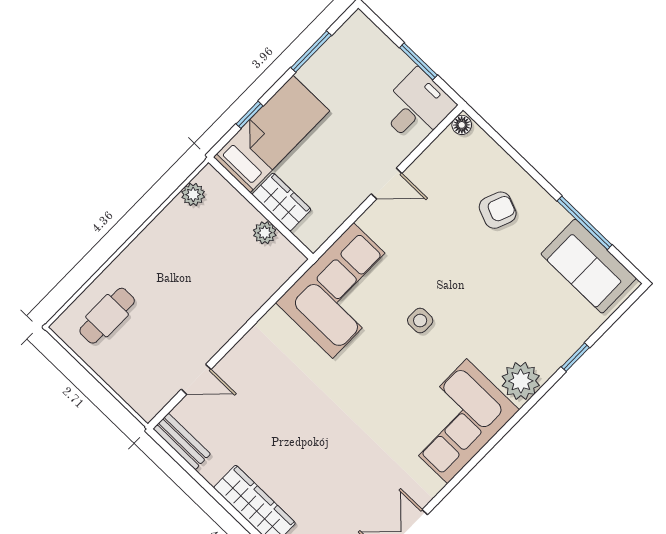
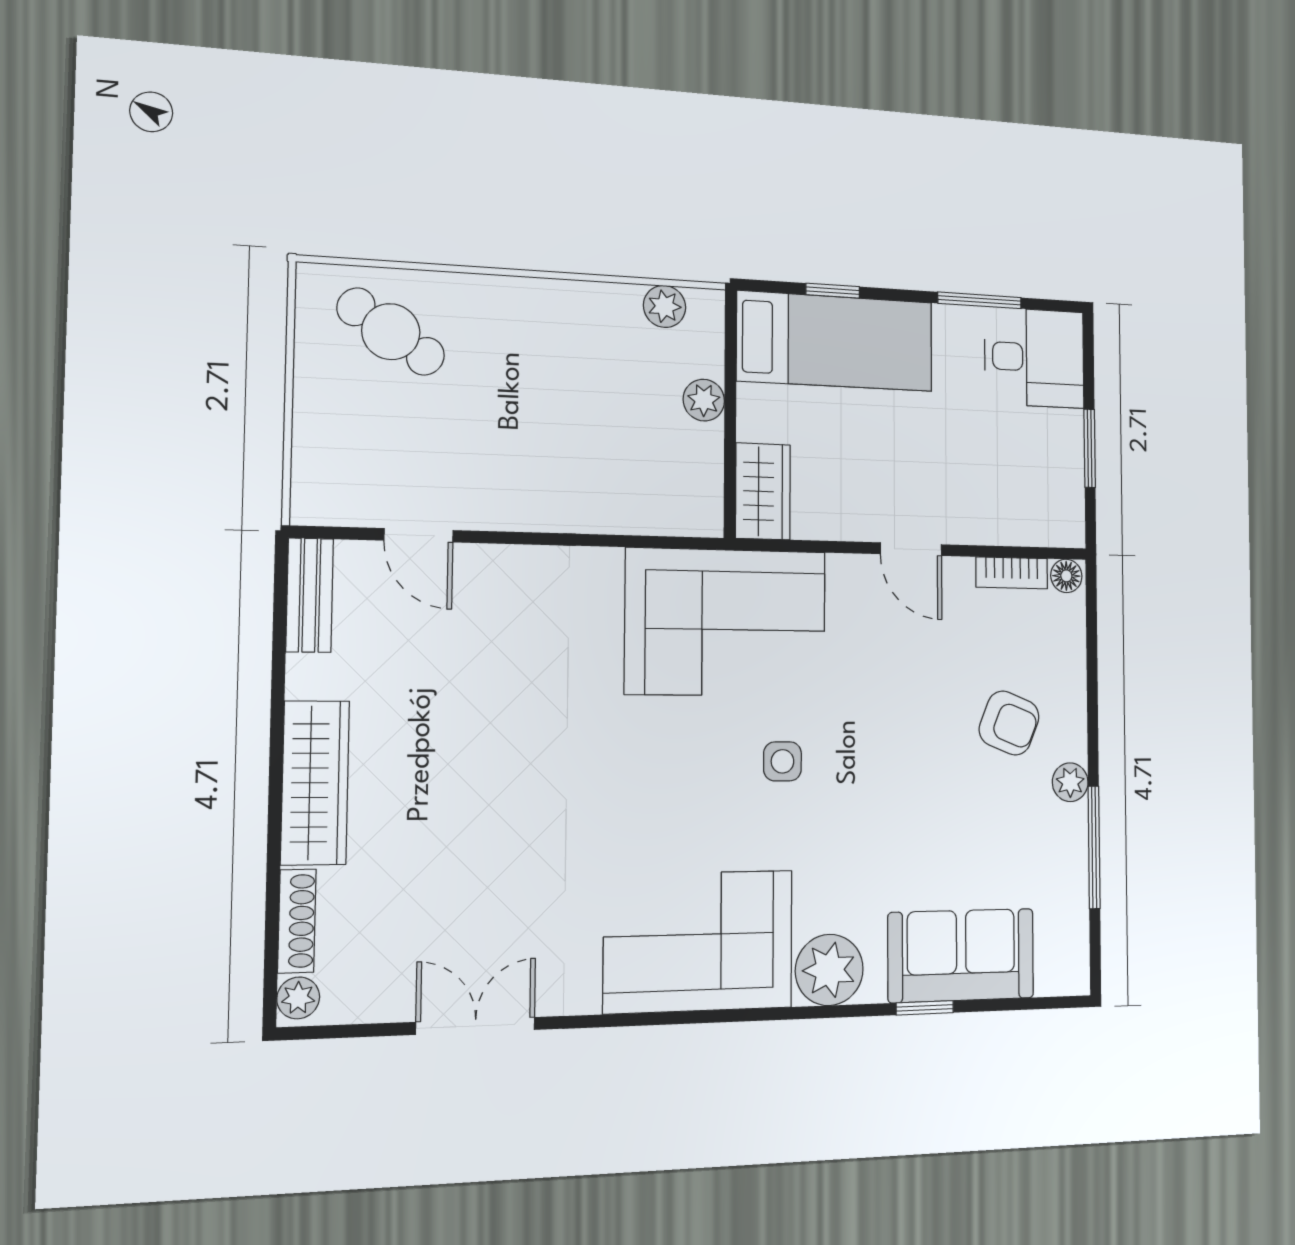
desk: (417, 107) -> (1034, 358), moved
bookcase: (437, 148) -> (1012, 573), added
wardrobe: (282, 202) -> (763, 491), moved
plant: (548, 207) -> (1070, 782), added
plant: (265, 233) -> (704, 400), moved
sofa: (589, 266) -> (961, 955), moved, turned 90
cafe table: (107, 316) -> (391, 332), turned 34

